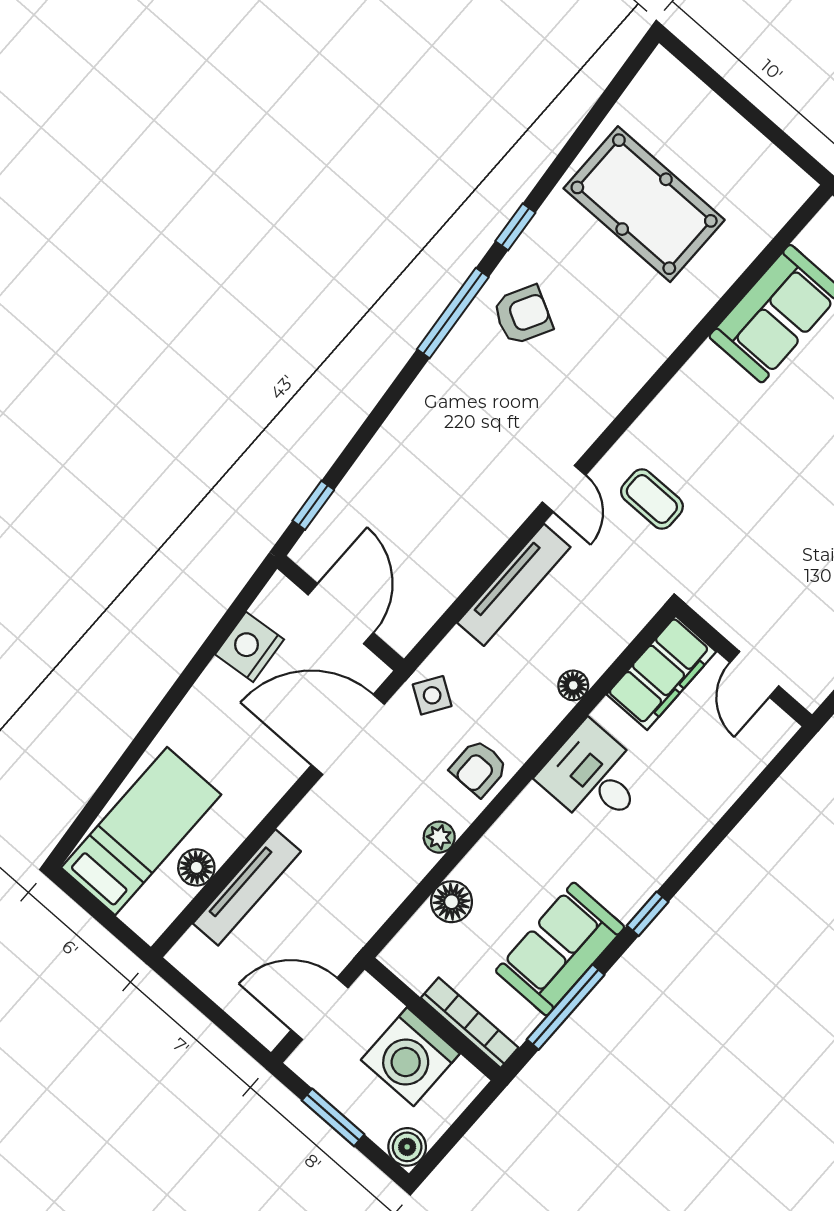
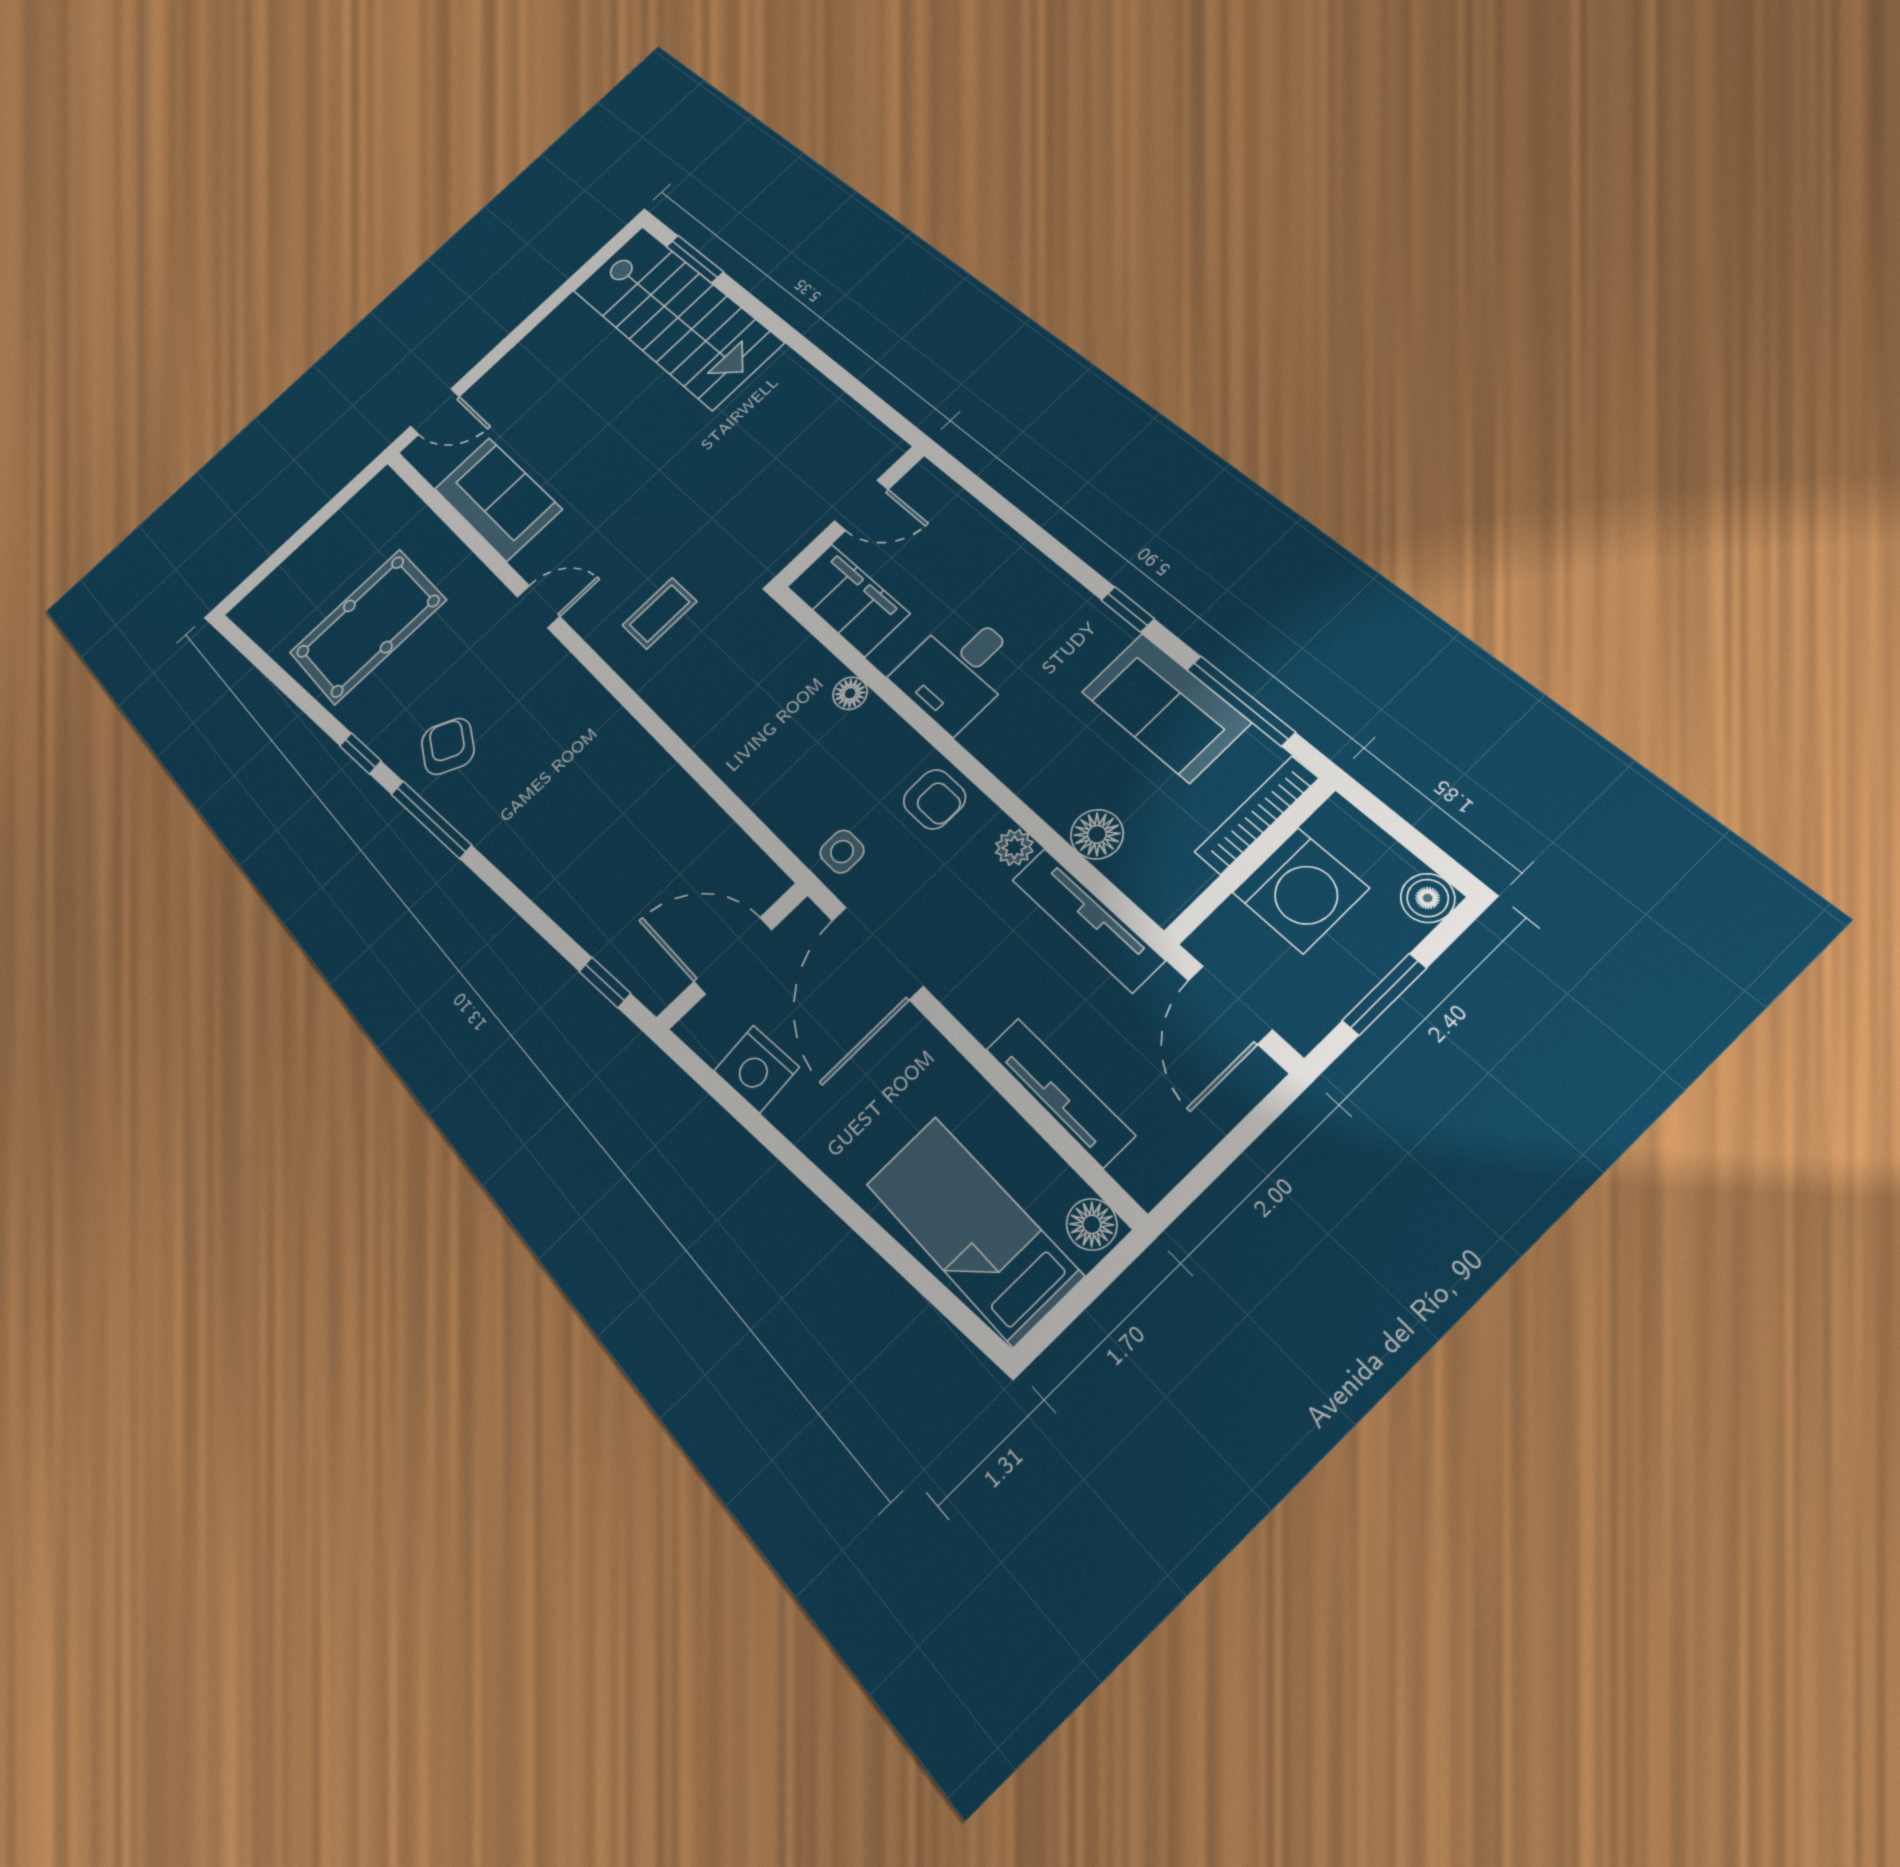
door: (564, 489) -> (538, 607), moved
tv unit: (514, 585) -> (1088, 920), moved, turned 180
side table: (432, 695) -> (842, 852), turned -33
floor lamp: (196, 867) -> (1092, 1224), moved

